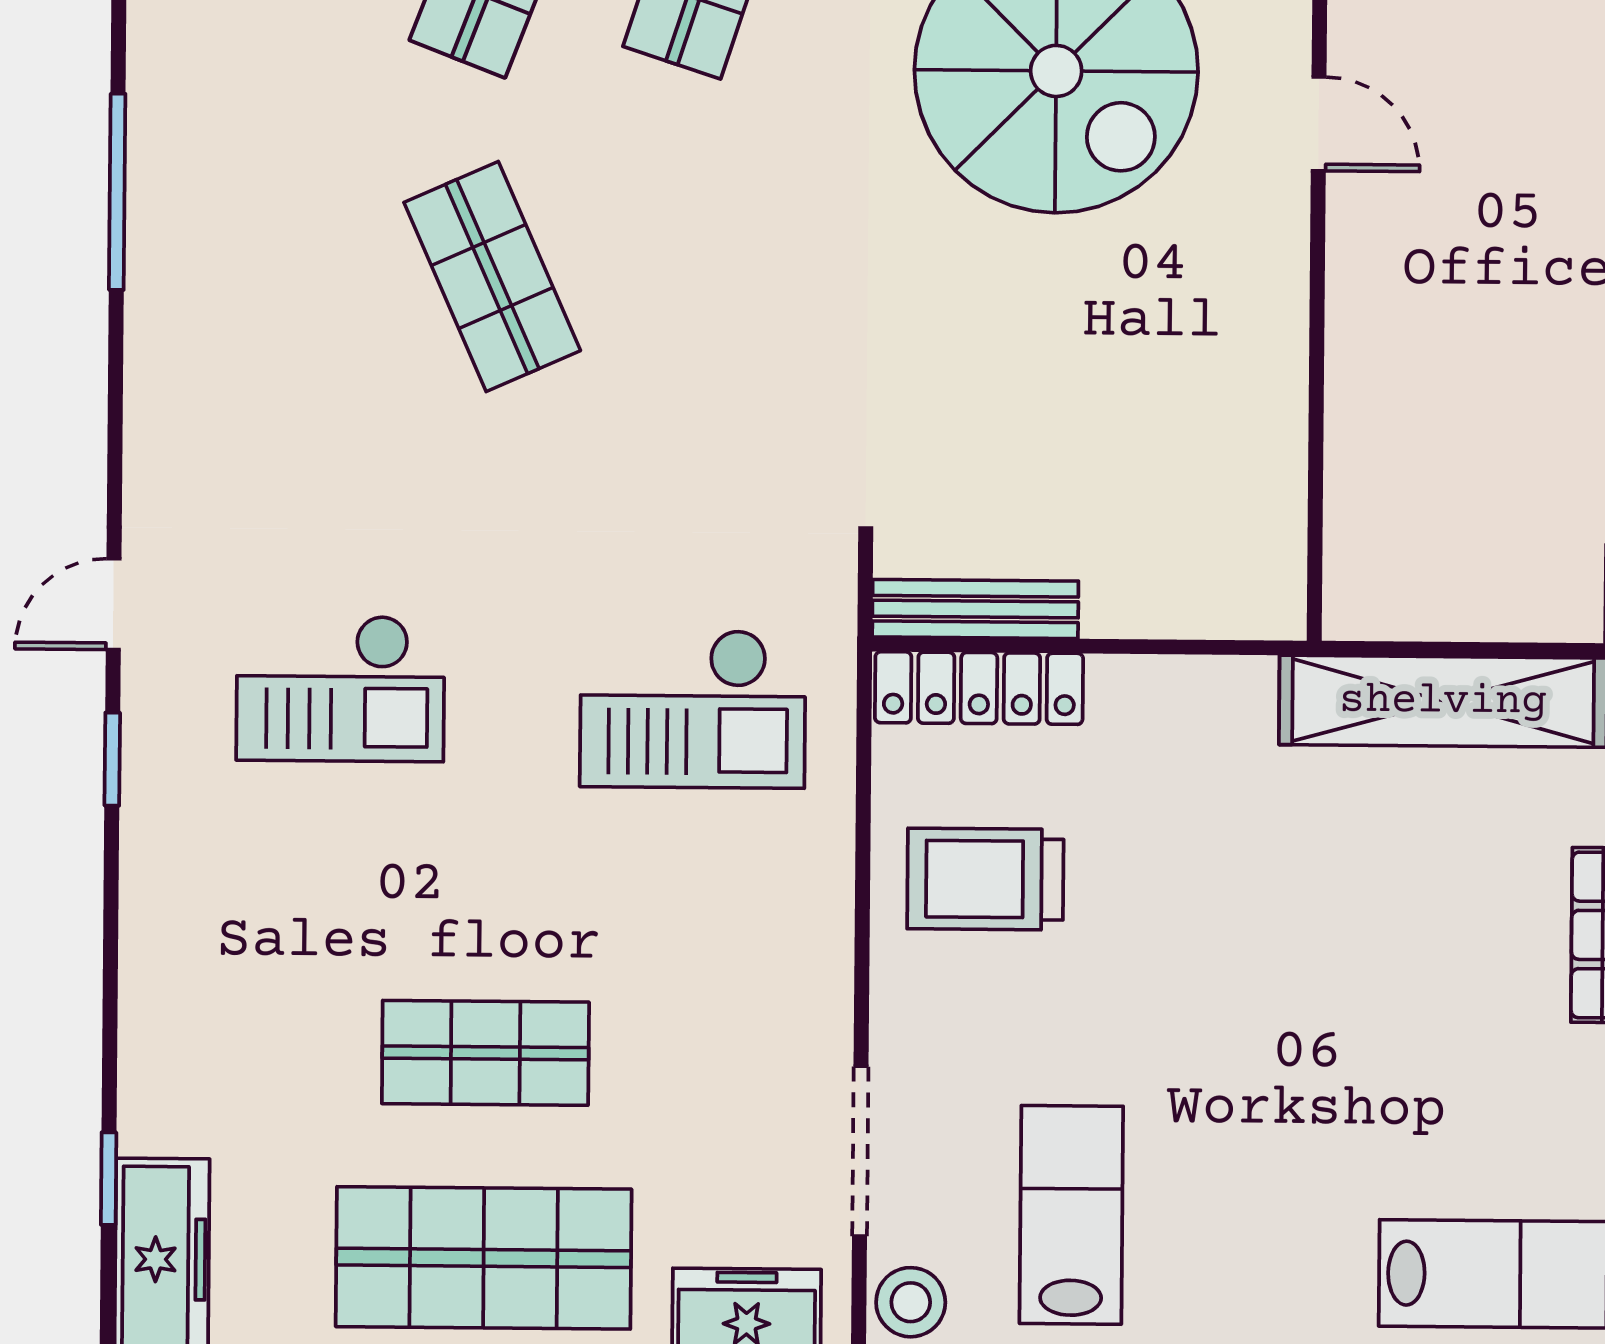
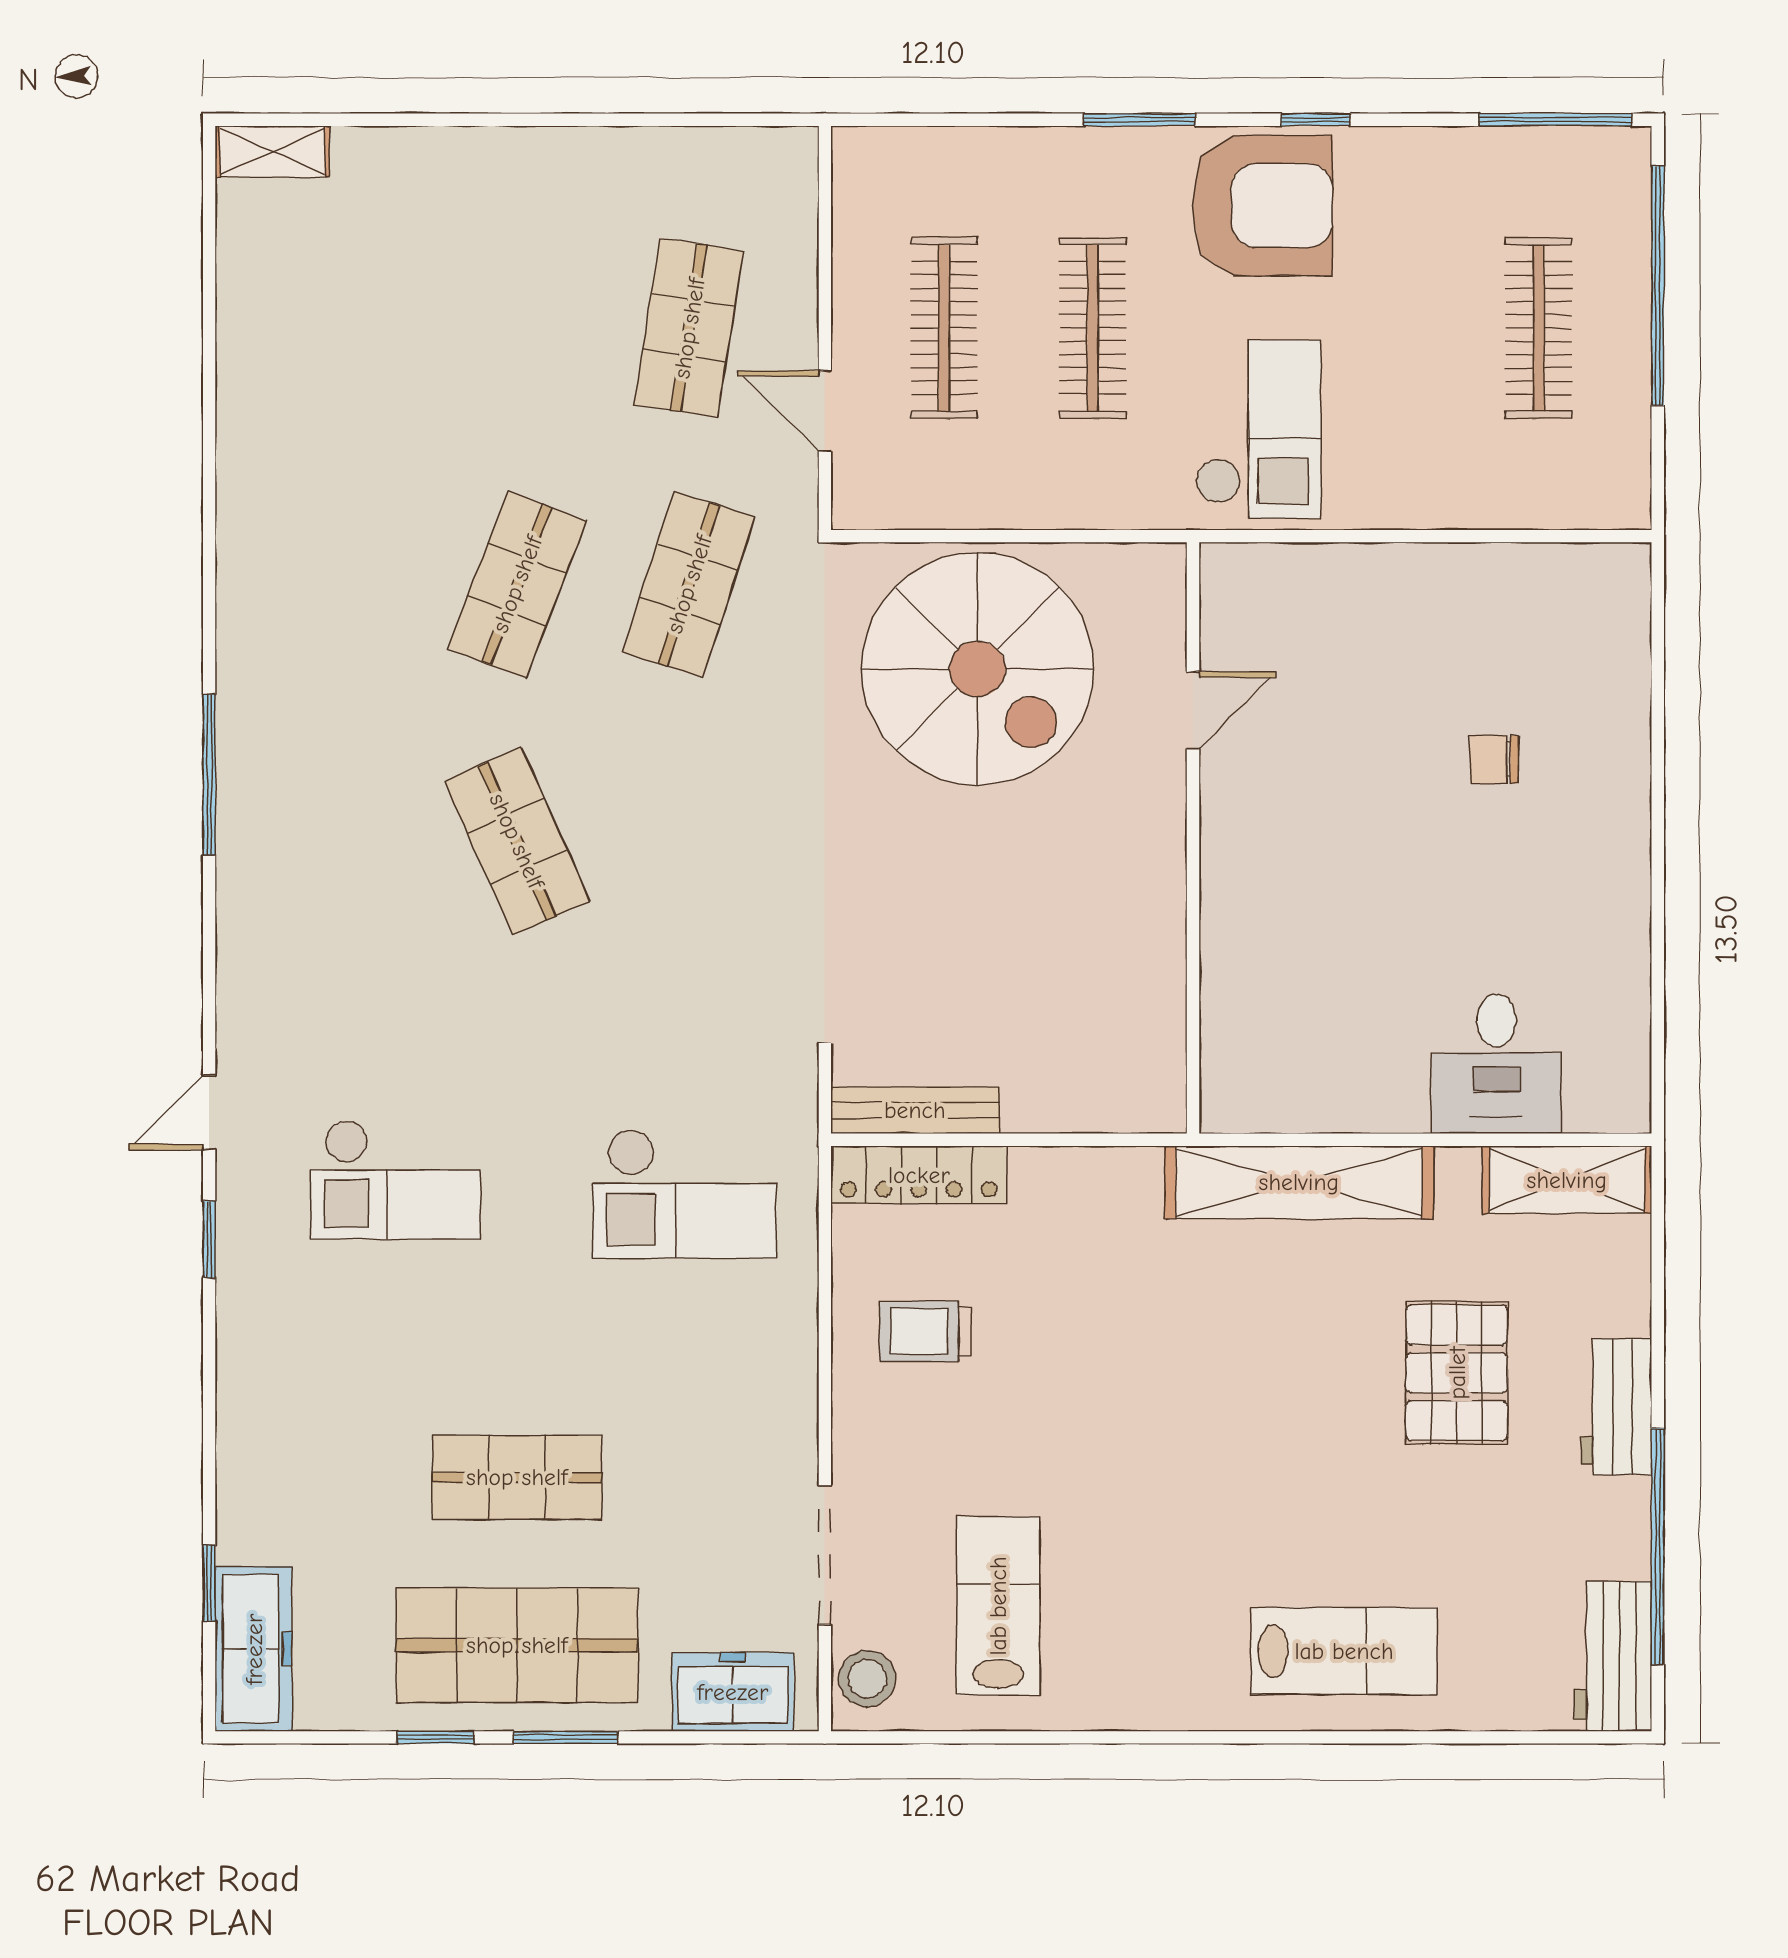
door: (1319, 124) -> (1193, 710), hinge flipped
trolley: (985, 879) -> (925, 1331), width x0.73, depth x0.72

